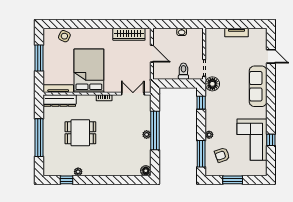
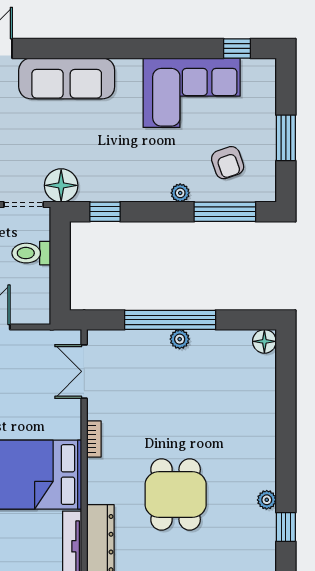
window: (271, 140) -> (237, 48), moved

